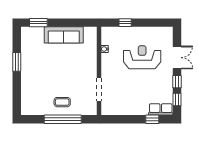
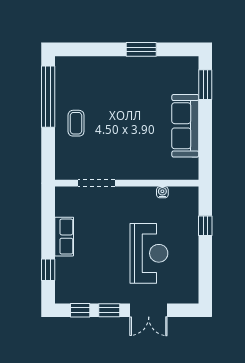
row of seats: (161, 109) -> (64, 237), moved
window: (63, 119) -> (48, 97), moved

